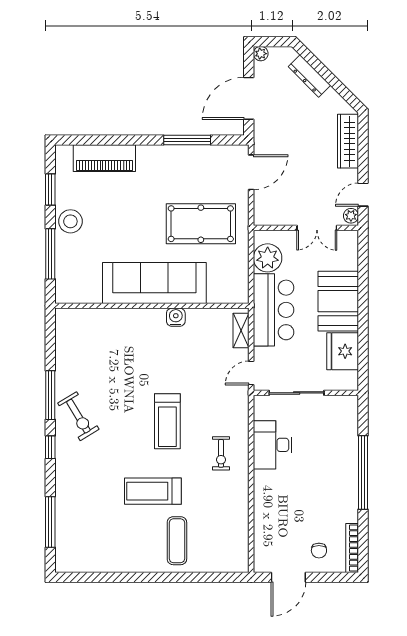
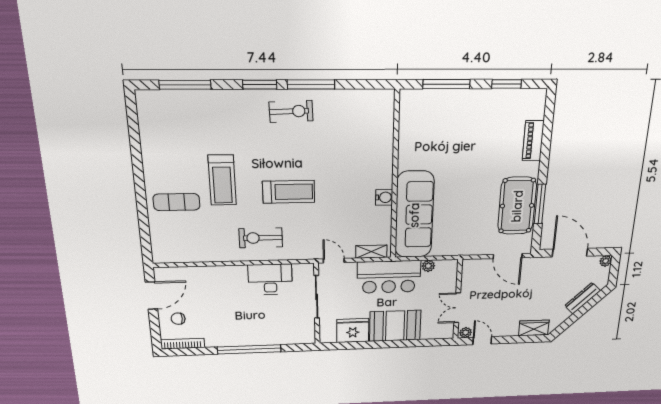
wardrobe: (348, 141) -> (534, 328), width x0.67
piano: (104, 158) -> (533, 141), width x0.73, depth x0.75
stool: (70, 221) -> (476, 103), removed
pool table: (201, 224) -> (517, 206), moved
plant: (268, 258) -> (428, 266), width x0.53, depth x0.53
sofa: (154, 283) -> (414, 215), moved
exercise bike: (78, 416) -> (291, 111), turned -151
treadmill: (167, 421) -> (289, 192), turned 180
window: (50, 447) -> (260, 85), width x1.50
exercise bike: (221, 453) -> (261, 238), width x1.38, depth x1.39
treadmill: (153, 491) -> (222, 180), turned 180
door: (288, 577) -> (151, 296), swing flipped

